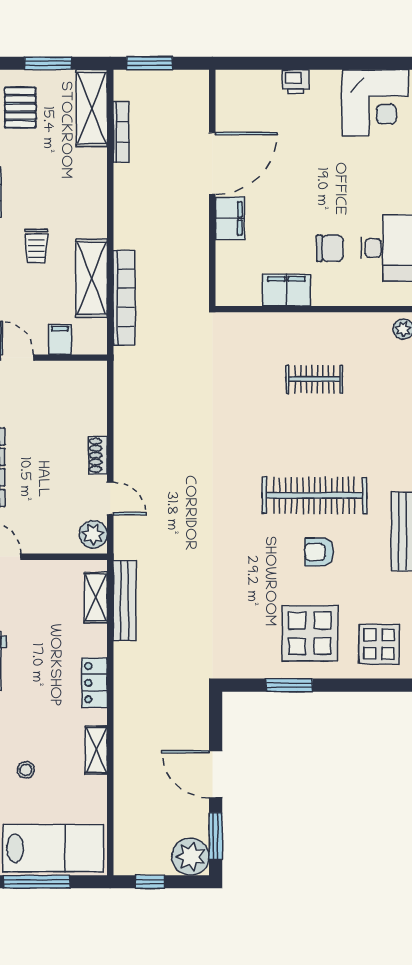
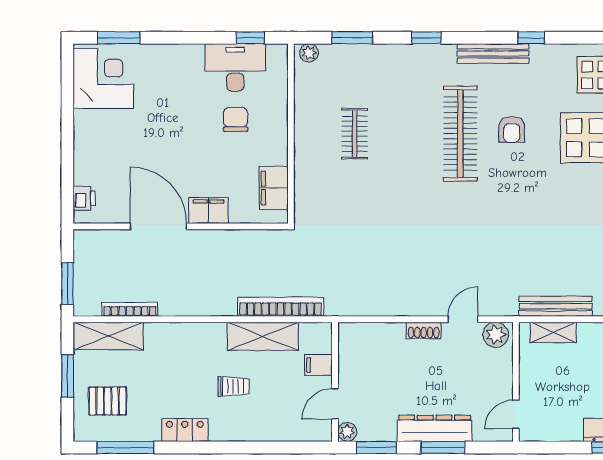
printer: (296, 82) -> (84, 198), moved
filing cabinet: (286, 290) -> (274, 188), moved

